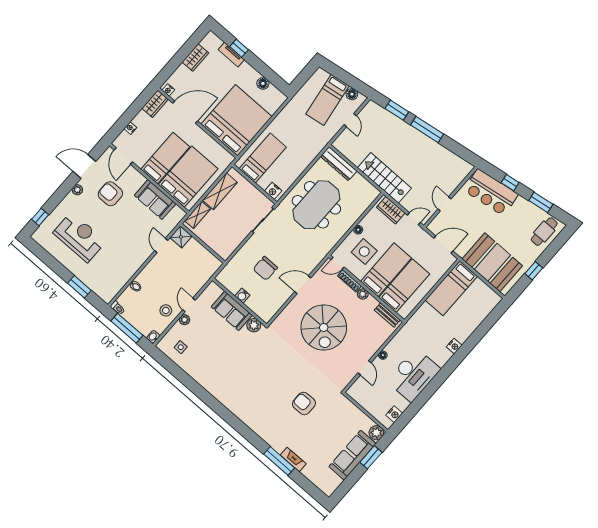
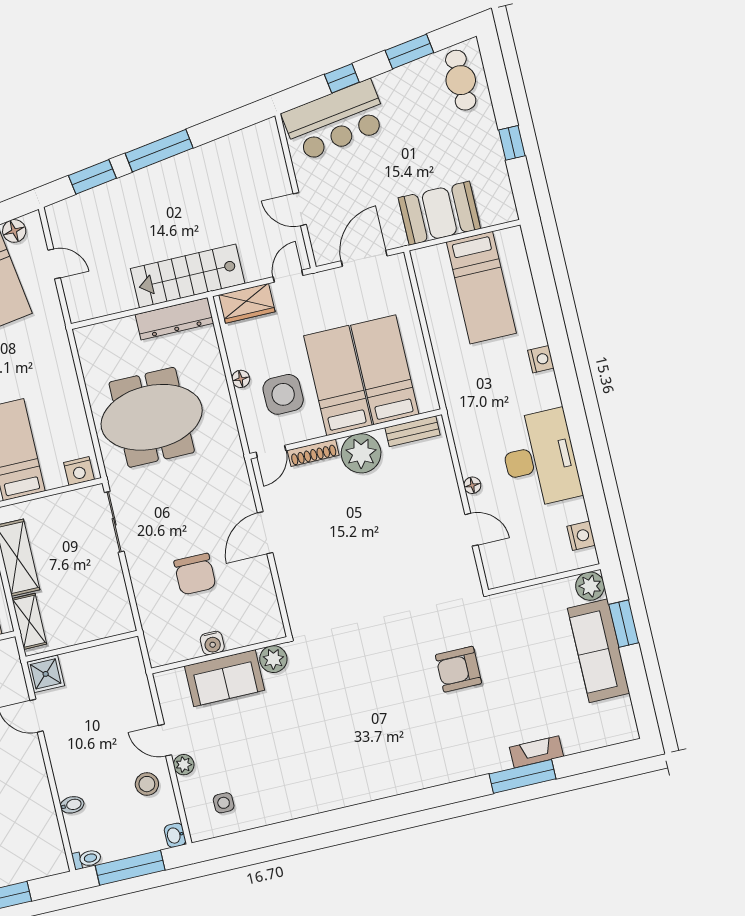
dresser: (339, 164) -> (174, 319), moved
meeting table: (316, 205) -> (152, 417), turned 90
booth: (492, 262) -> (439, 213), width x0.73, depth x0.70
bed: (451, 288) -> (481, 288), moved
plant: (363, 294) -> (361, 453), width x1.87, depth x1.87
spiral stairs: (324, 327) -> (359, 549), removed

